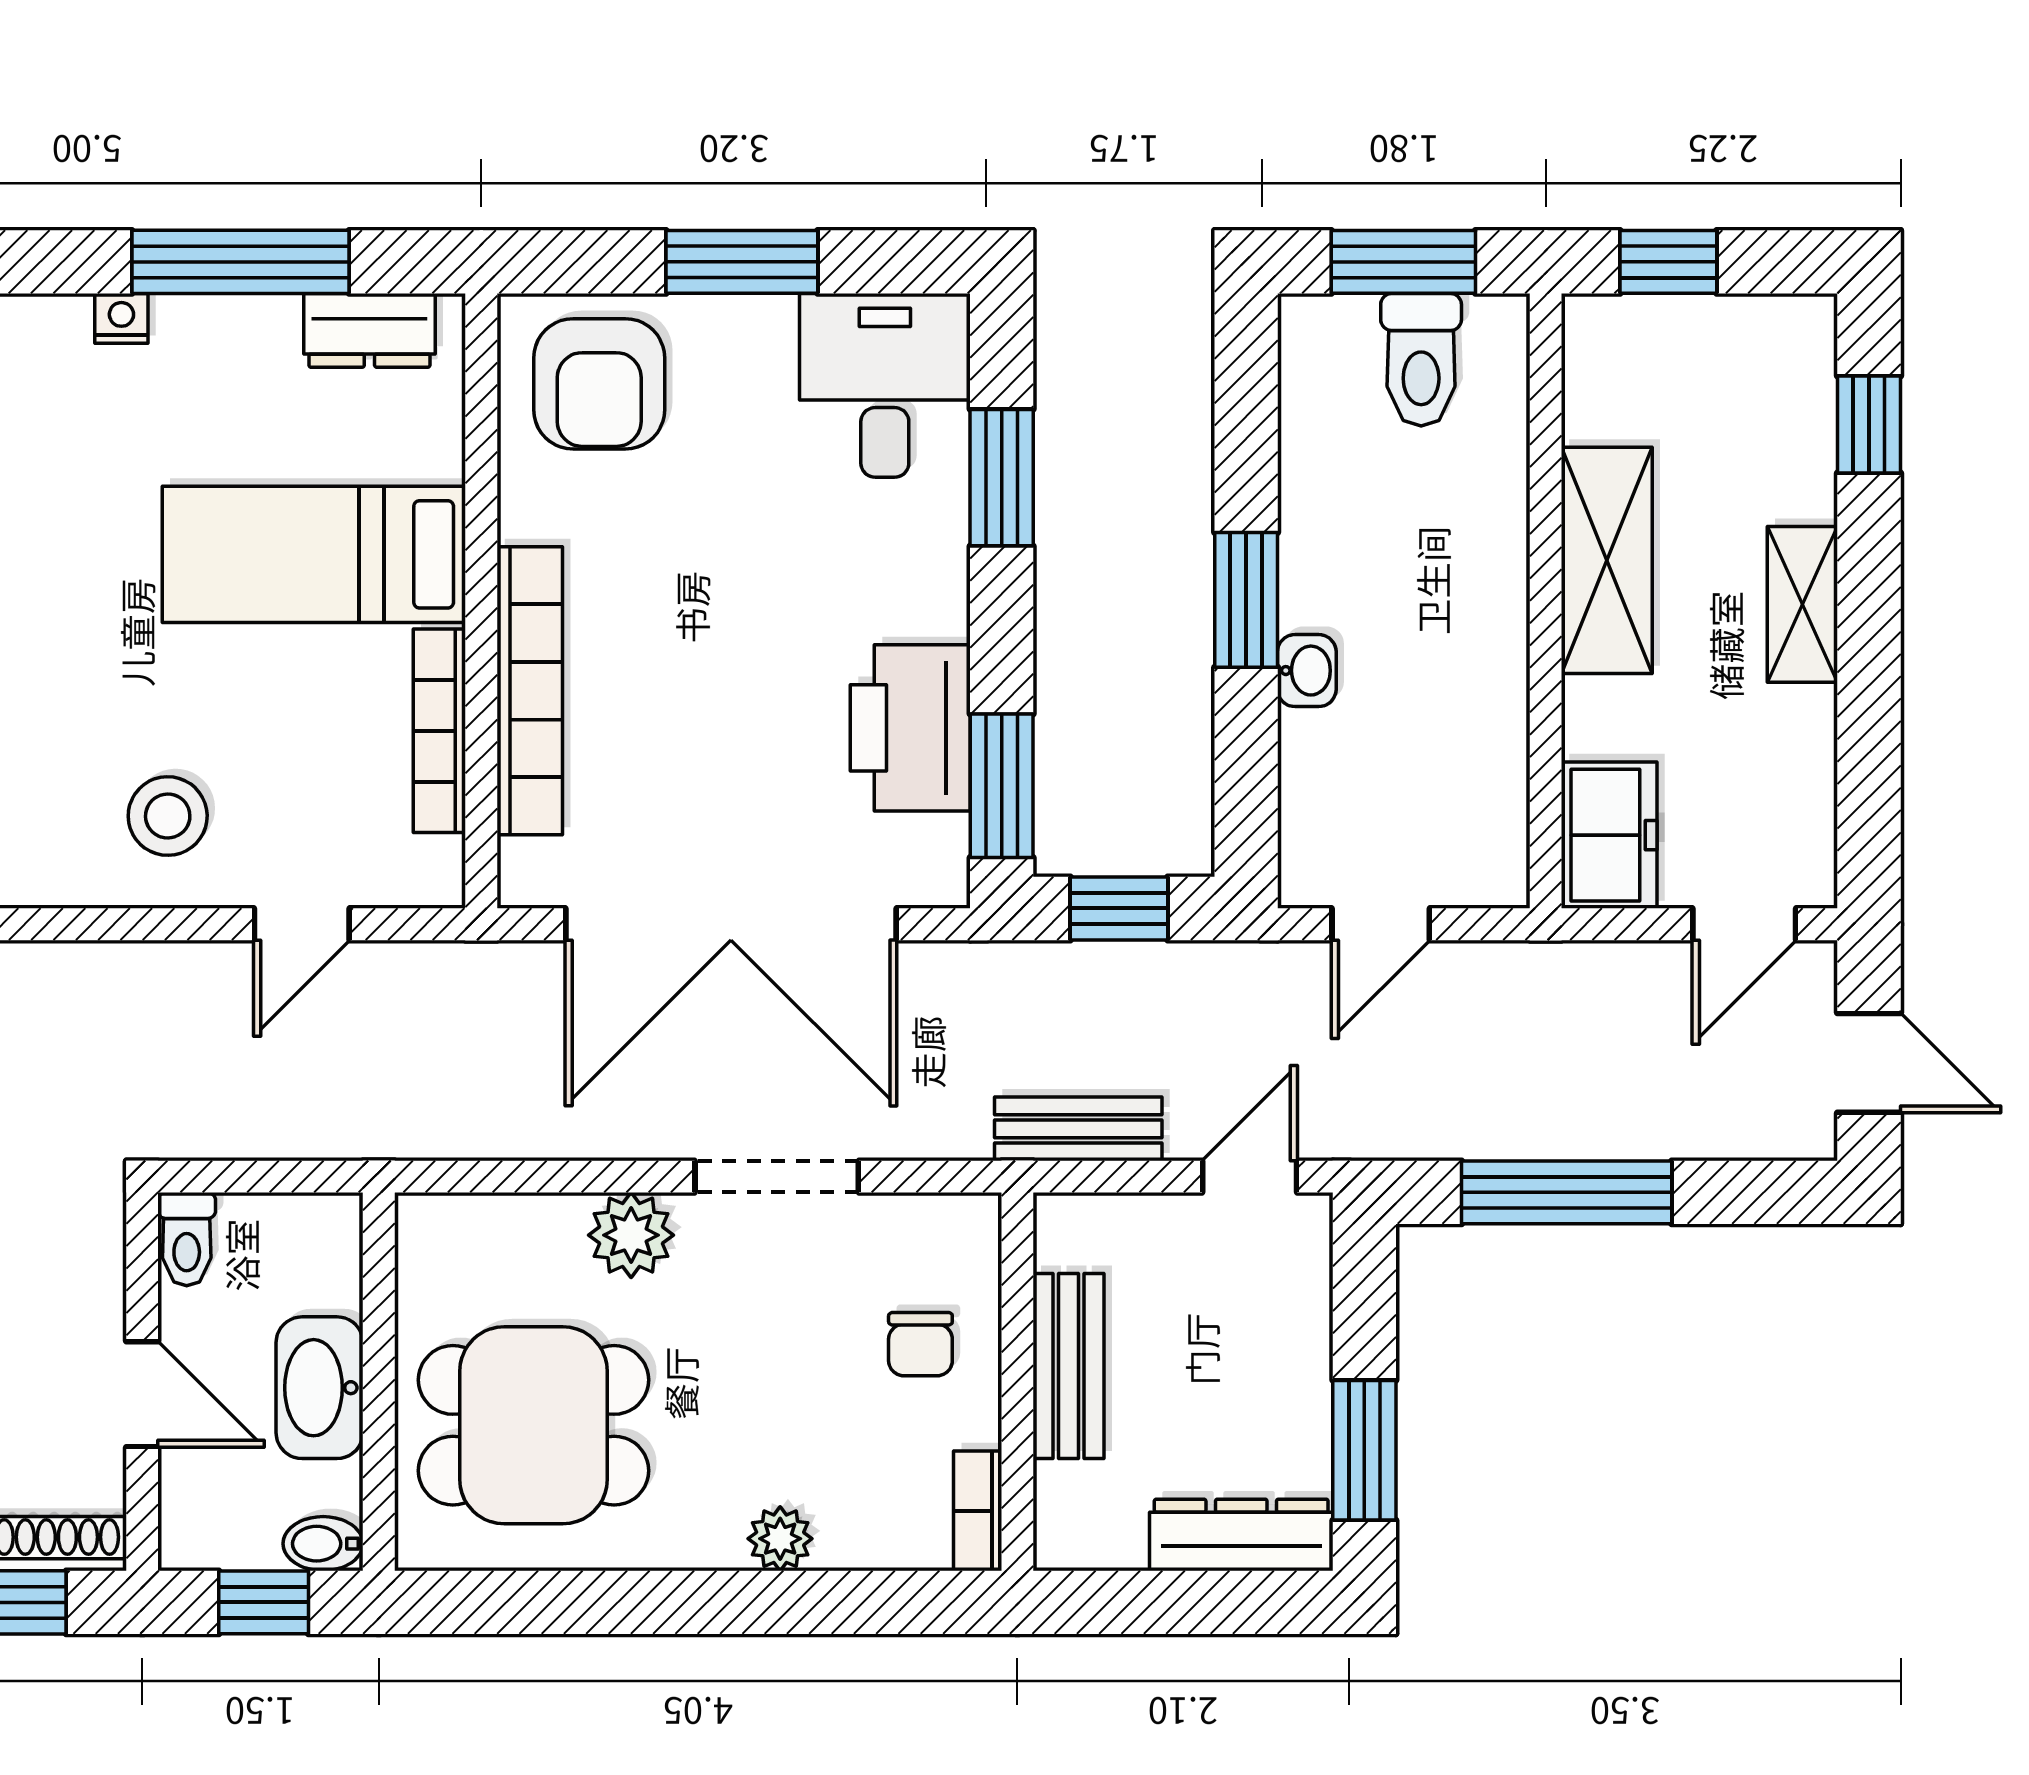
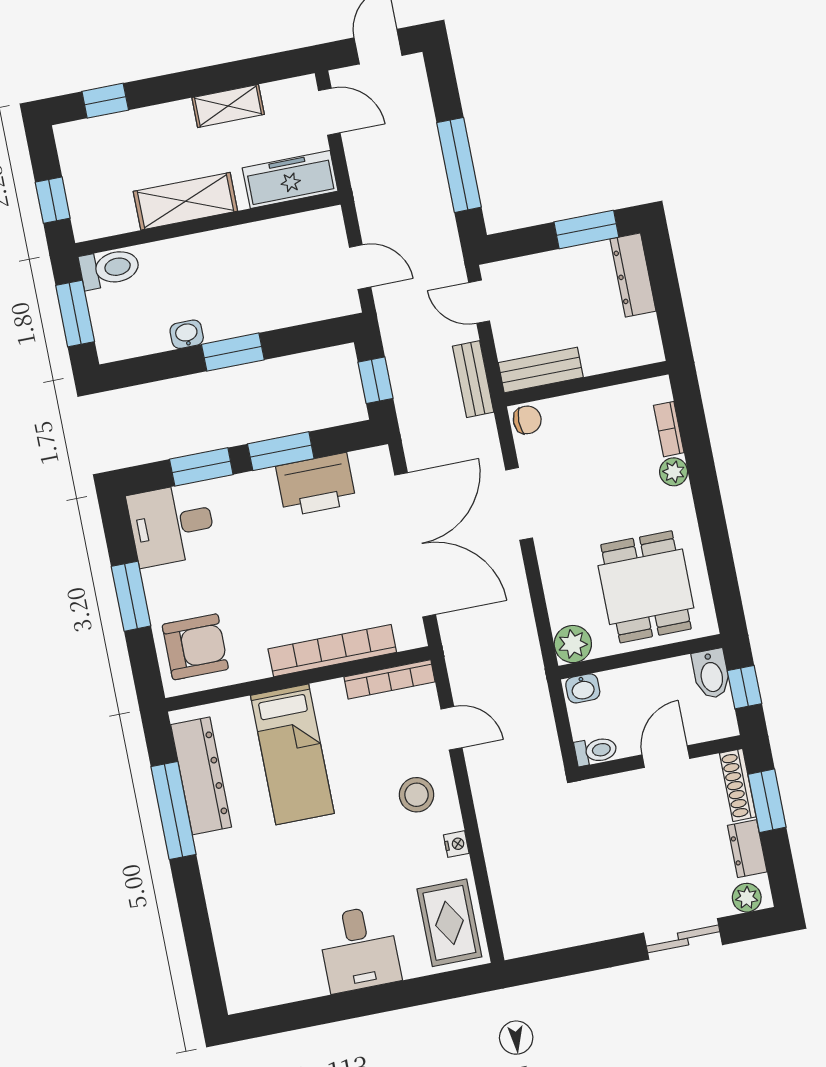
nightstand: (121, 318) -> (456, 844), moved, turned 180
dresser: (369, 330) -> (201, 776), width x1.96, depth x1.24
toilet: (1421, 360) -> (110, 268), moved
shelving: (1802, 604) -> (228, 106), moved
washbasin: (1307, 671) -> (187, 334), moved
bookcase: (439, 731) -> (390, 679), moved
window: (1002, 786) -> (281, 451), moved
freezer: (1609, 835) -> (290, 179), width x1.40
plant: (631, 1235) -> (573, 644), moved
chair: (920, 1344) -> (527, 420), moved
bench: (1069, 1366) -> (541, 370), moved
washbasin: (320, 1388) -> (583, 688), moved, width x0.52, depth x0.69
bookcase: (978, 1511) -> (669, 429), moved, turned 90
bidet: (323, 1544) -> (711, 674), width x1.38, depth x1.36

